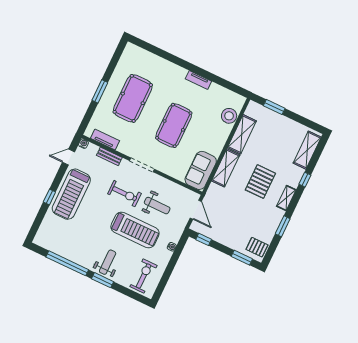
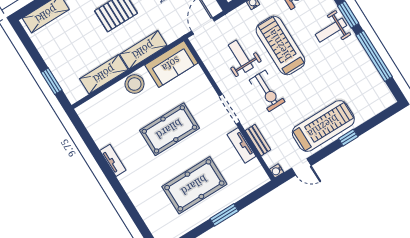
stool: (229, 116) -> (135, 84), moved
tv unit: (105, 139) -> (242, 145), moved
exercise bike: (124, 194) -> (267, 91), turned 180

